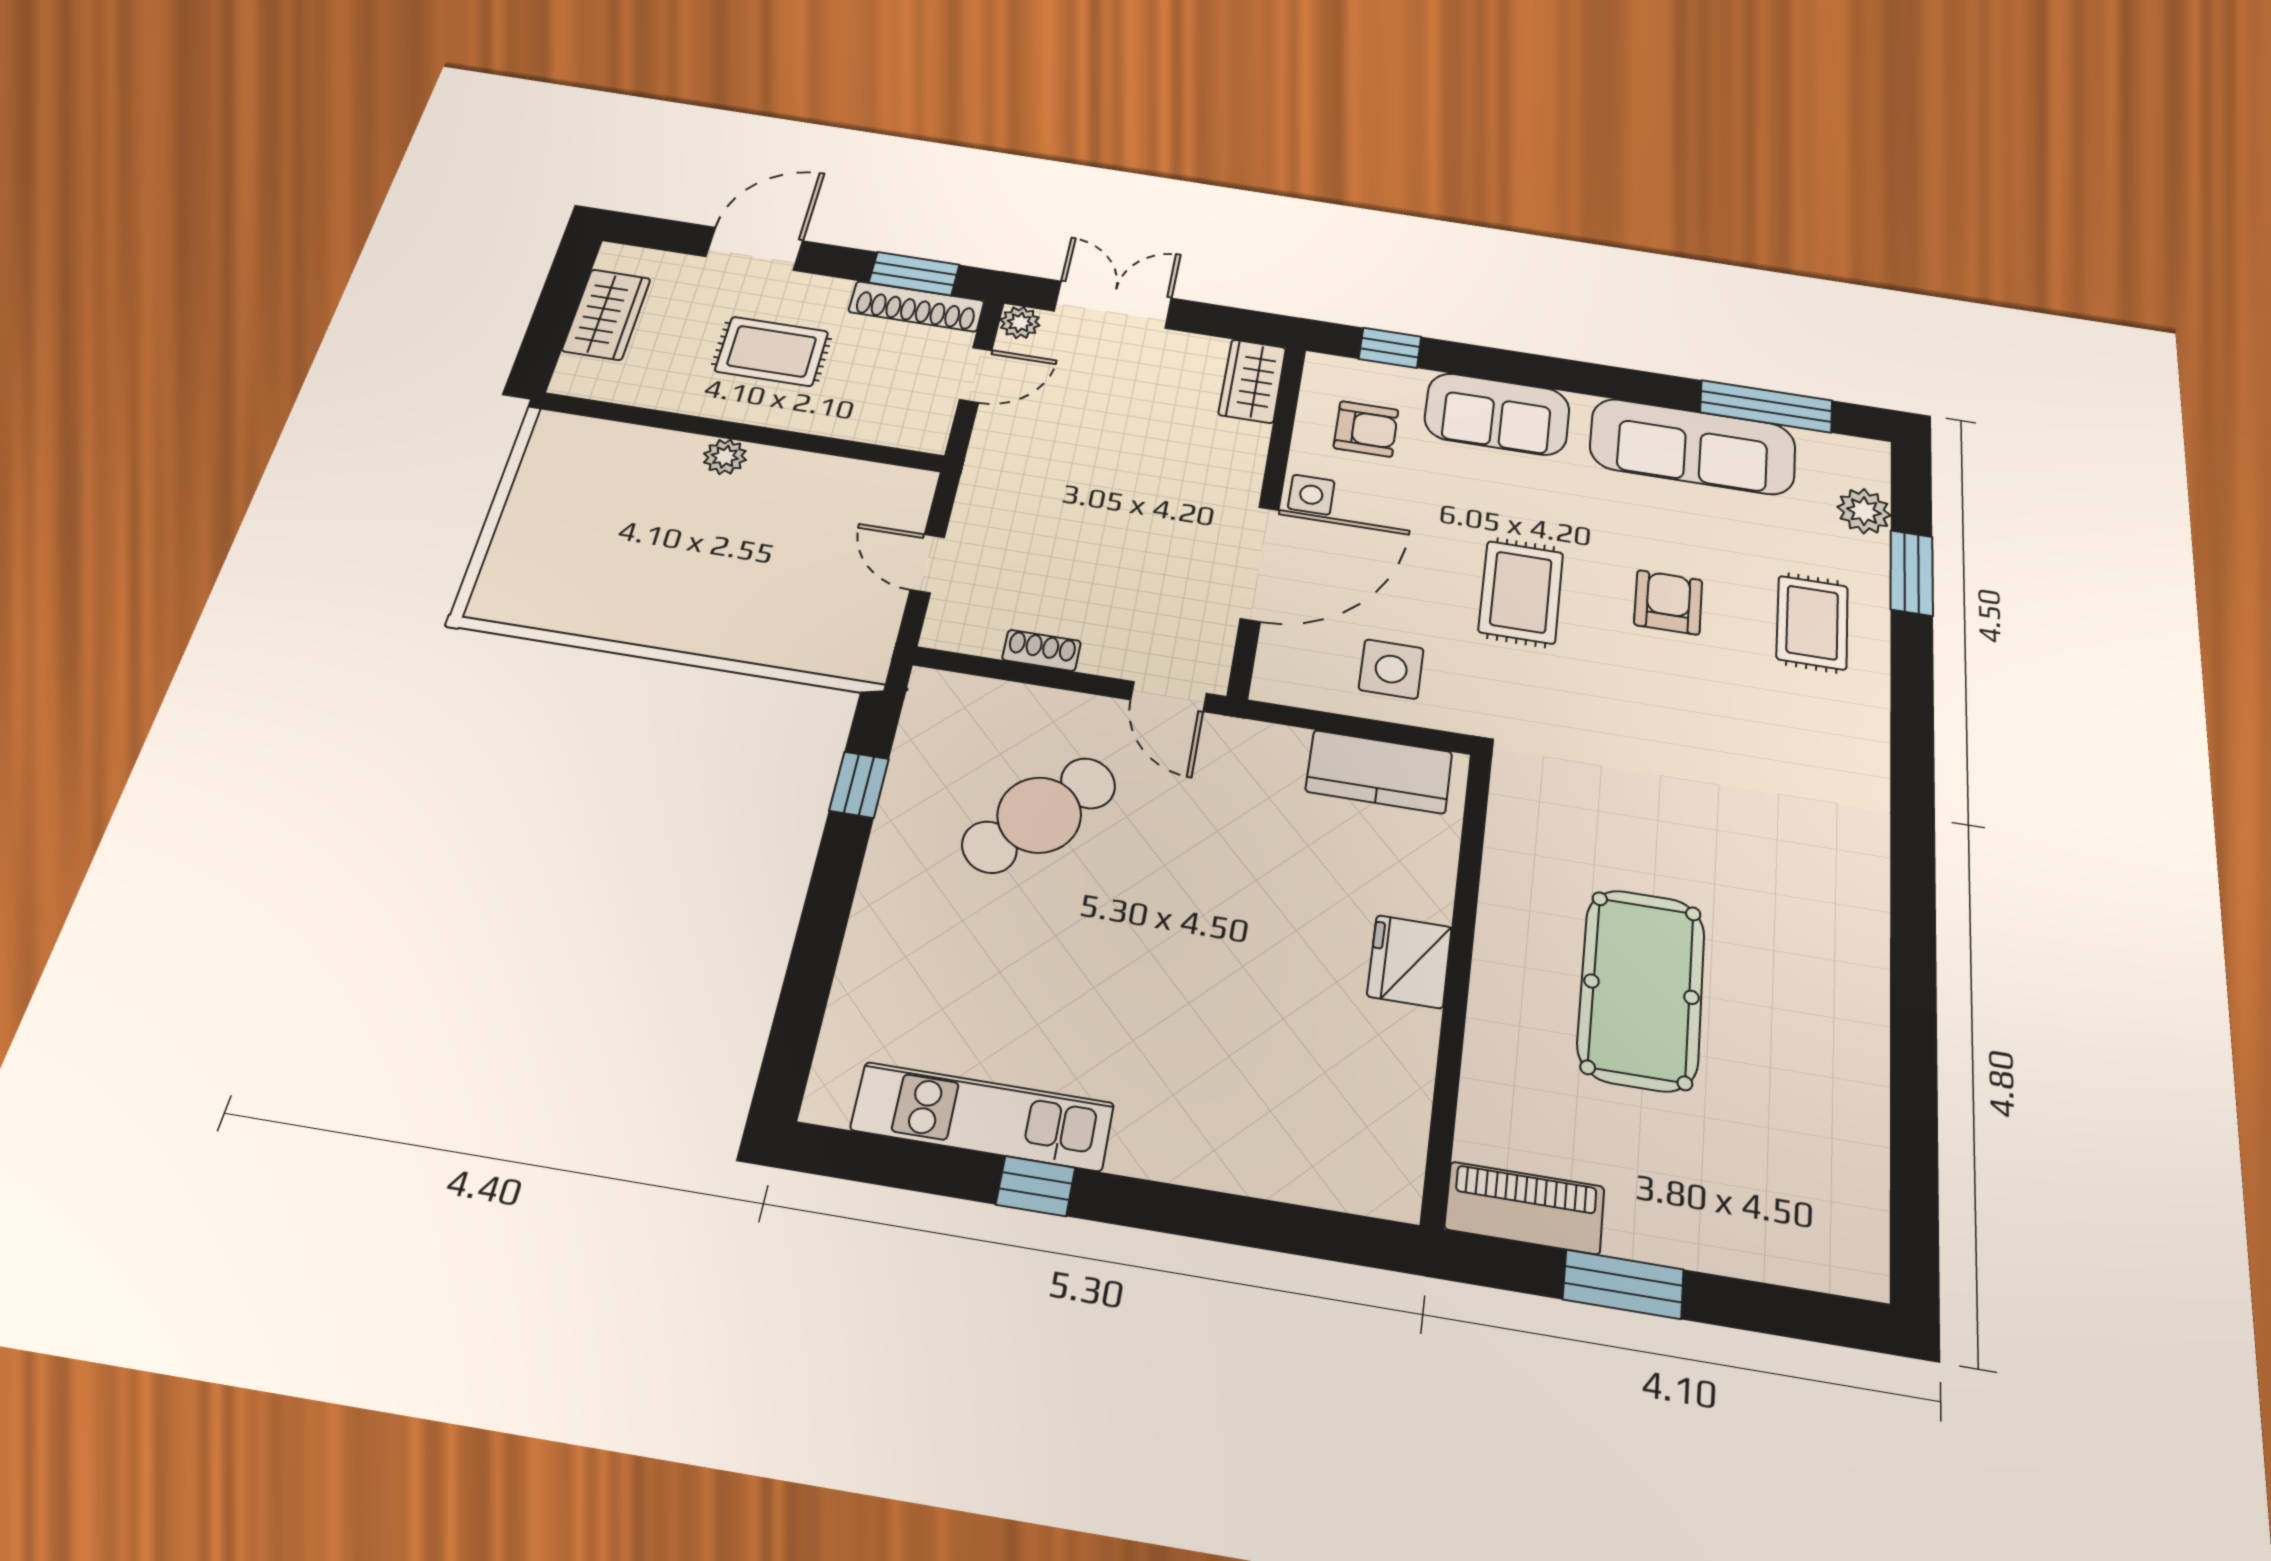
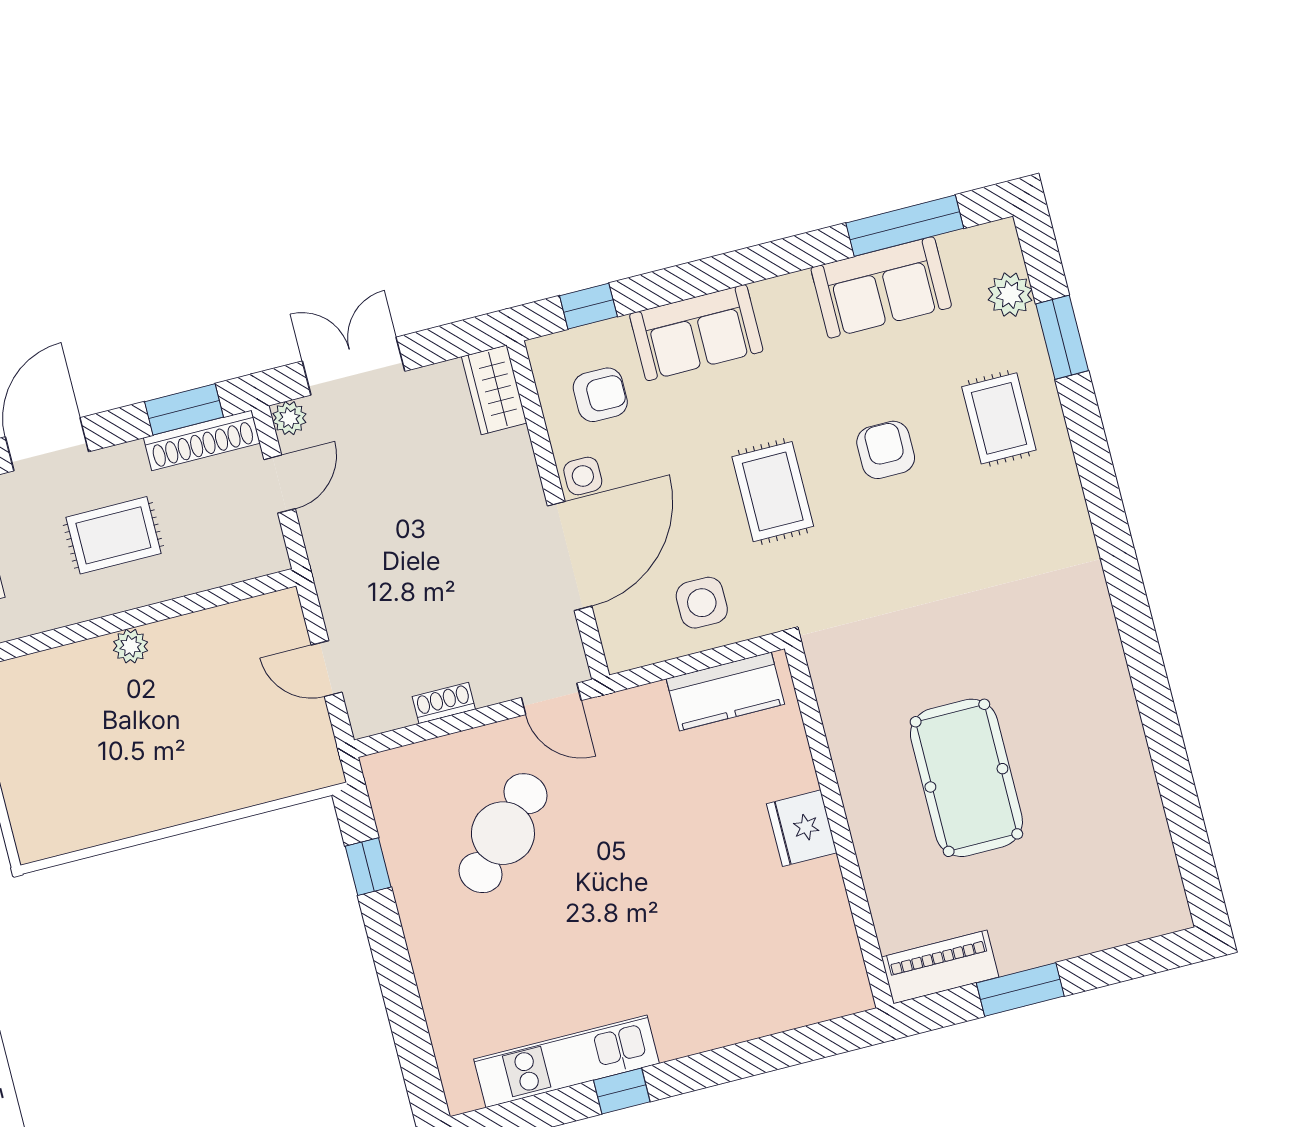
sofa: (1693, 446) -> (881, 287), width x0.73

